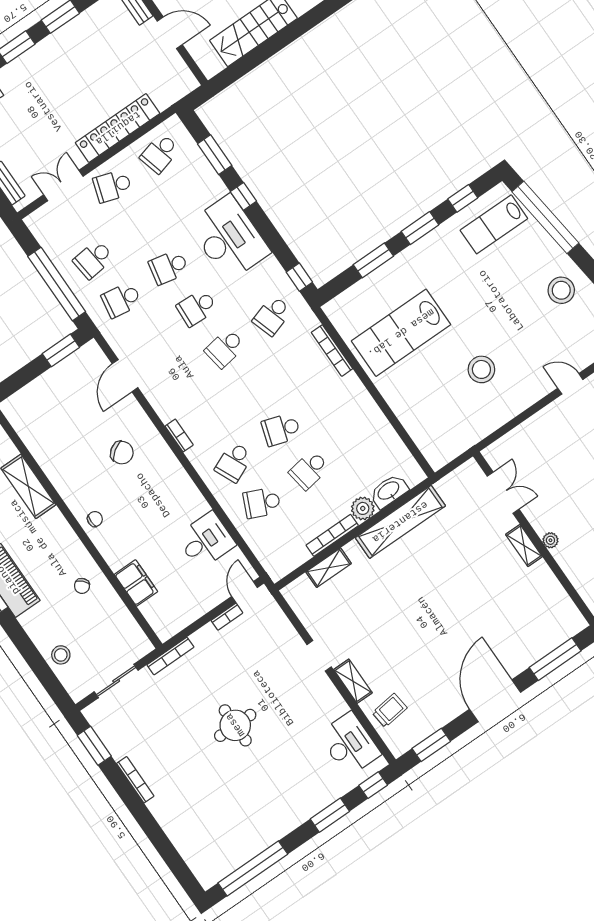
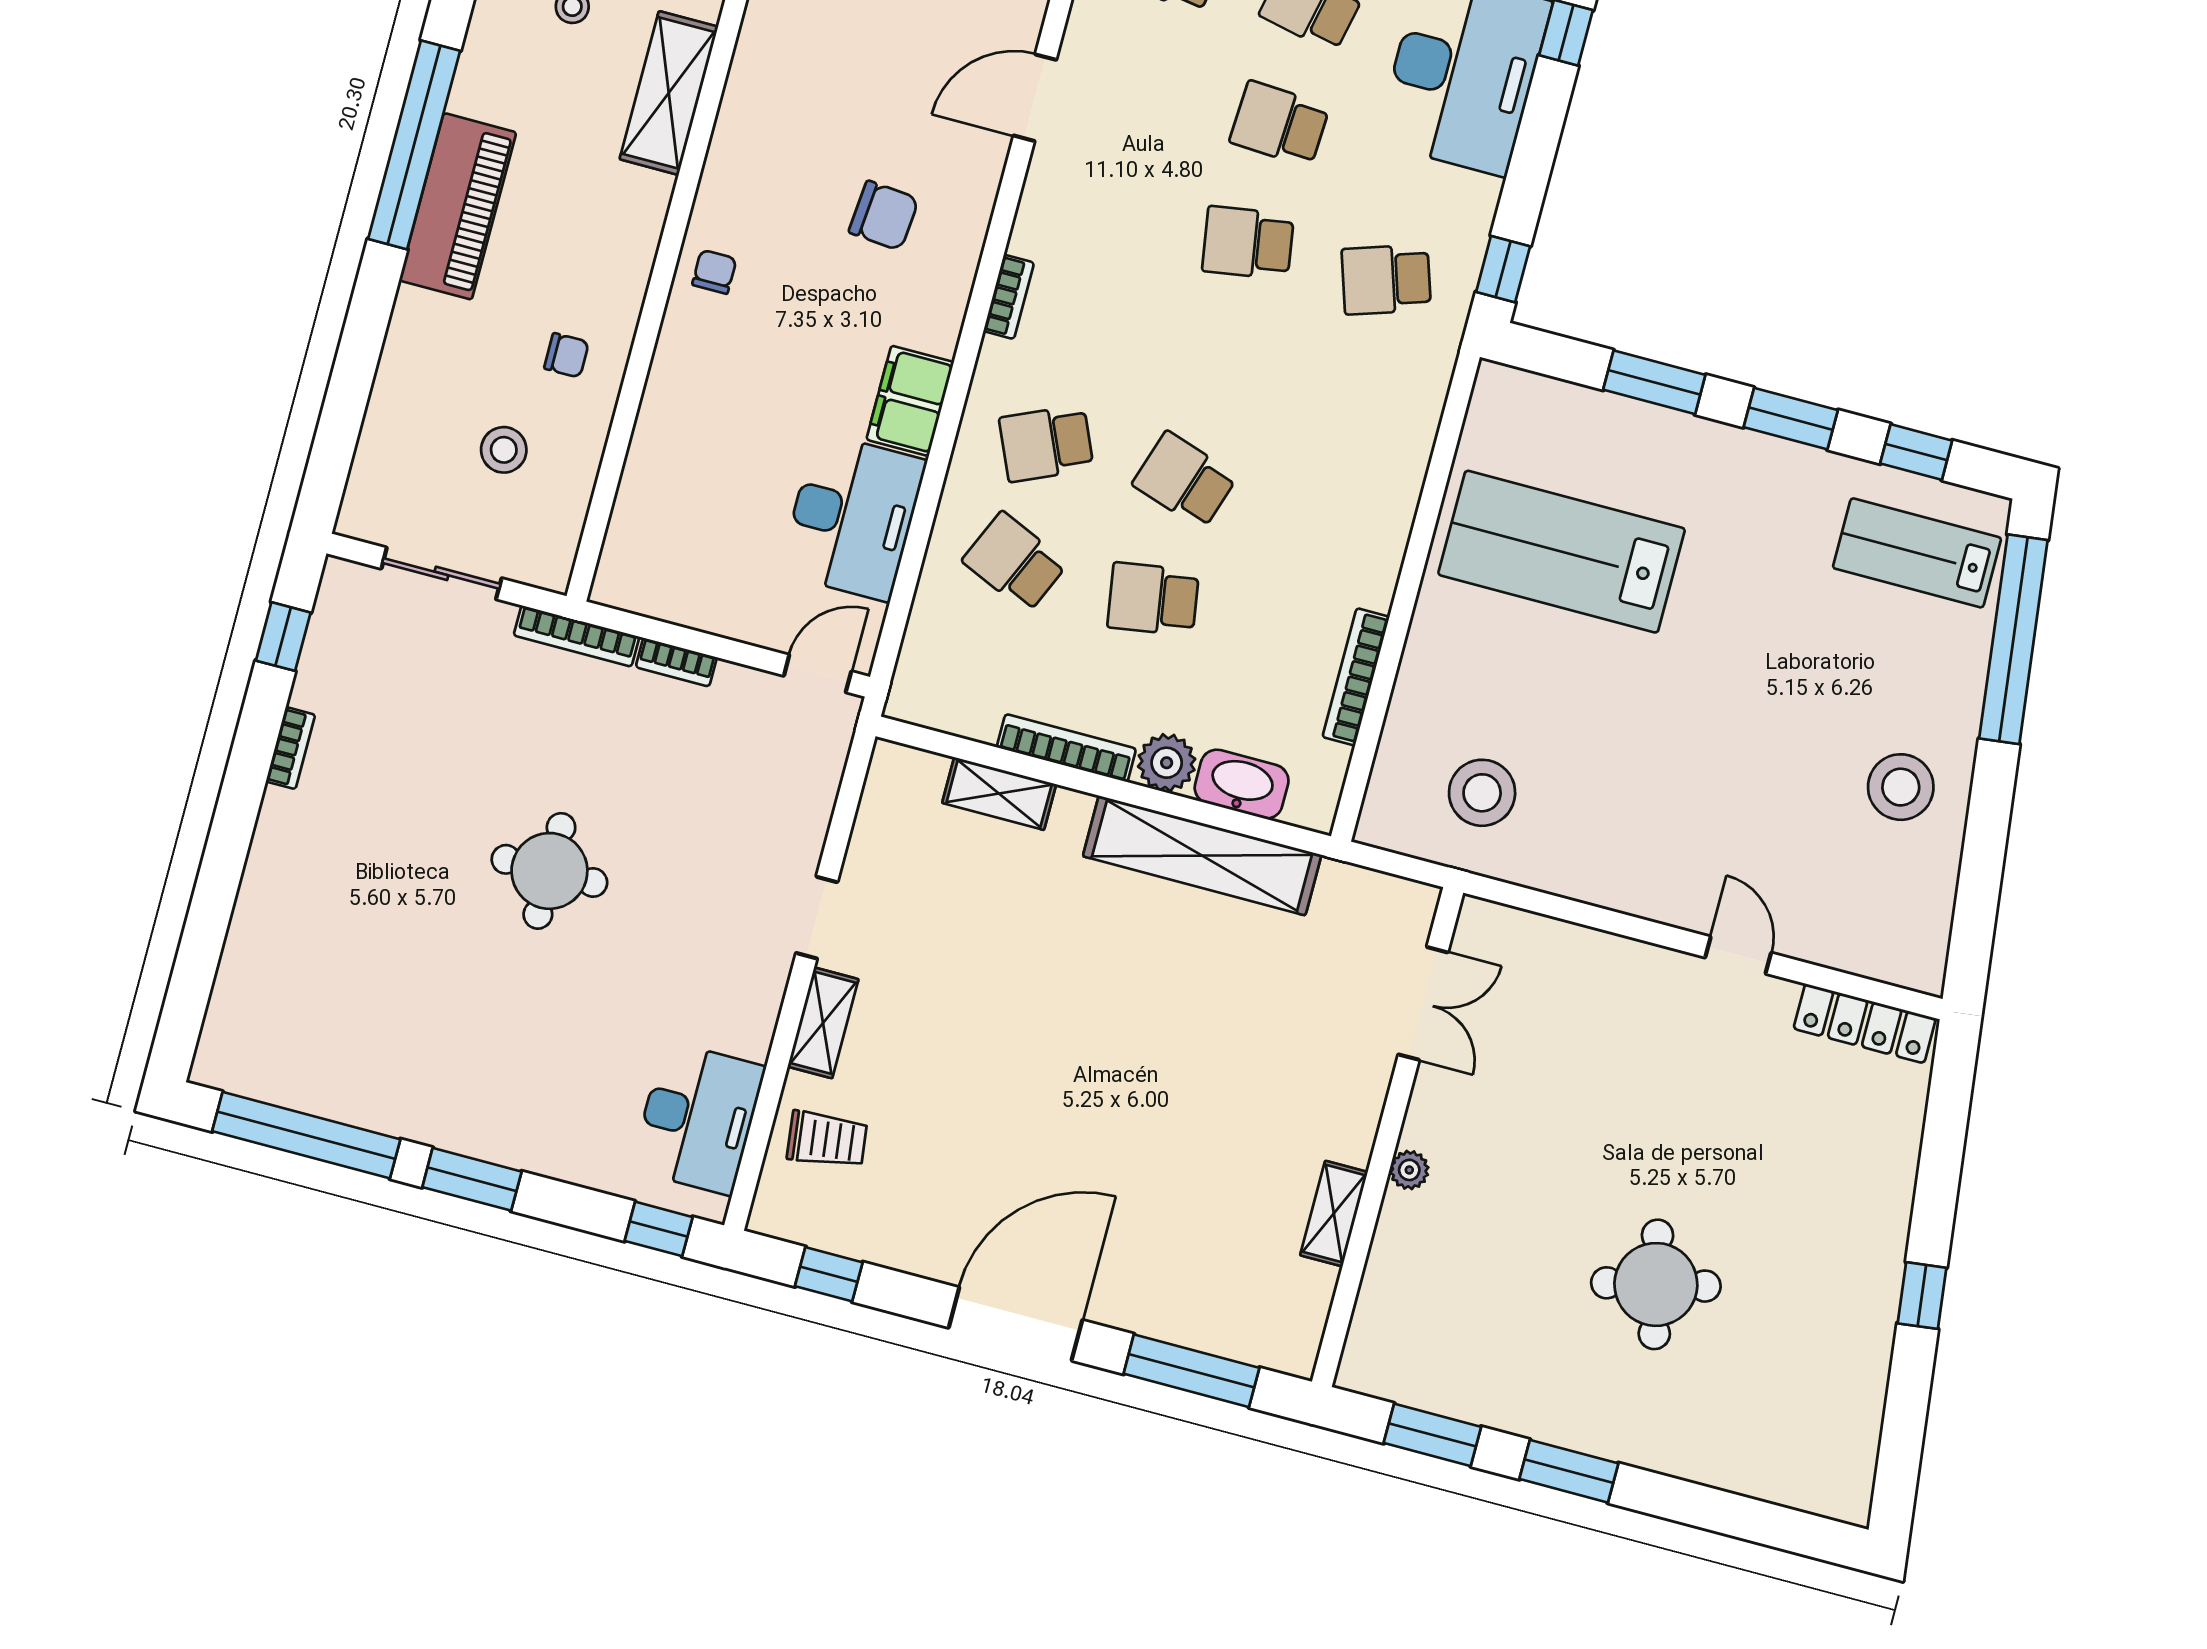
bookcase: (332, 351) -> (1356, 677), moved
stool: (481, 369) -> (1482, 793), moved
chair: (122, 453) -> (884, 216), turned -50
chair: (95, 519) -> (714, 272), turned -90
desk: (206, 540) -> (853, 517), width x1.37
shelving: (524, 546) -> (1334, 1214), moved
filing cabinet: (136, 583) -> (910, 401), moved, turned 180
chair: (82, 586) -> (567, 355), turned -136
bookcase: (227, 617) -> (676, 662), moved
stool: (61, 655) -> (504, 450), moved
window: (431, 745) -> (829, 1274), width x0.67
window: (94, 746) -> (283, 637), width x0.67
bookcase: (135, 780) -> (291, 748), width x0.64
window: (330, 815) -> (472, 1179), moved

